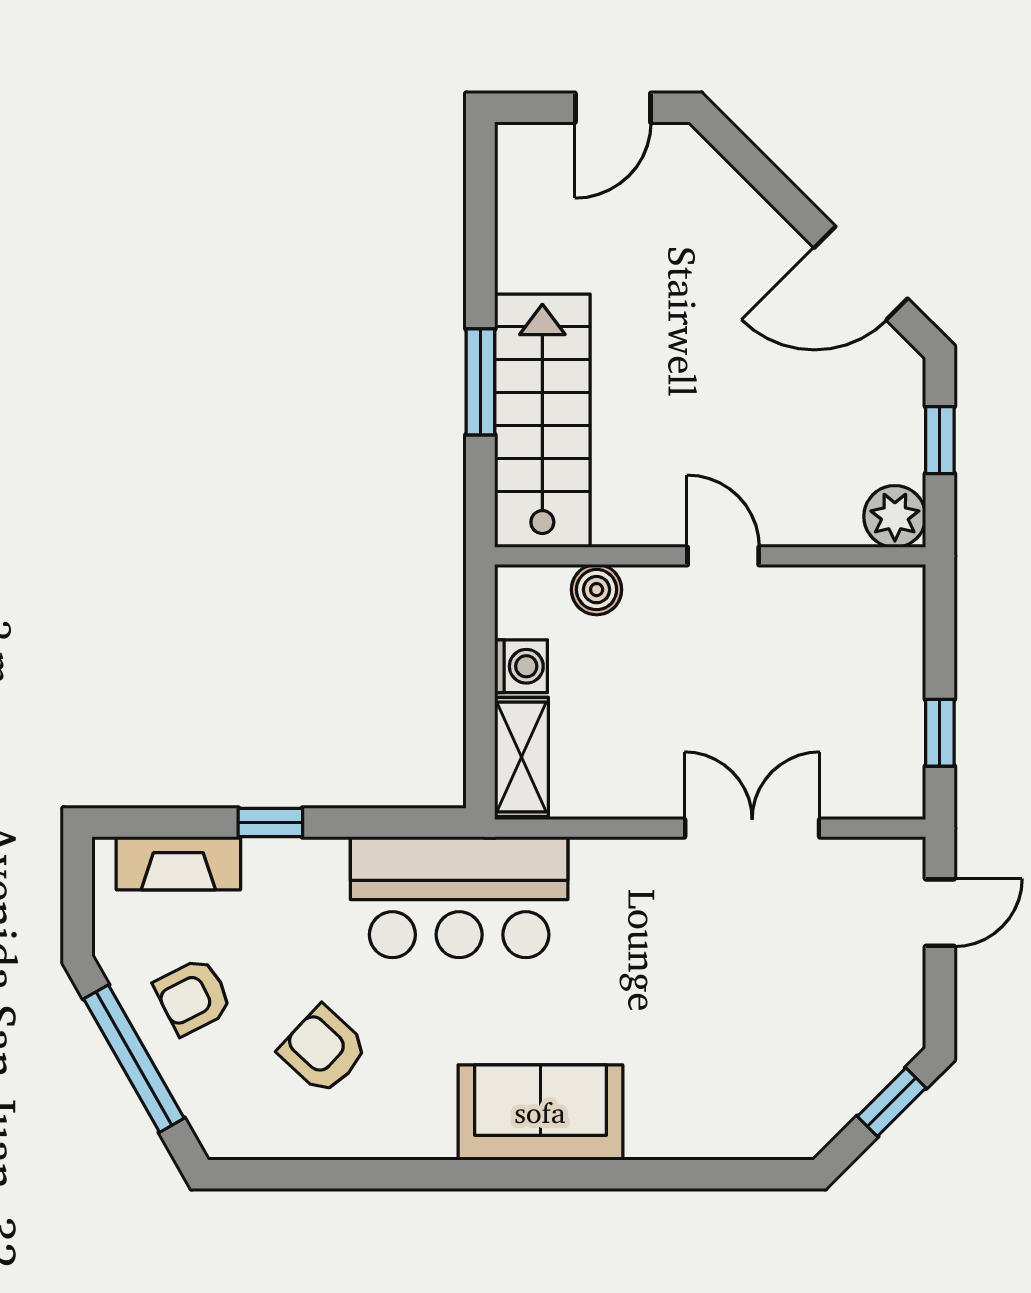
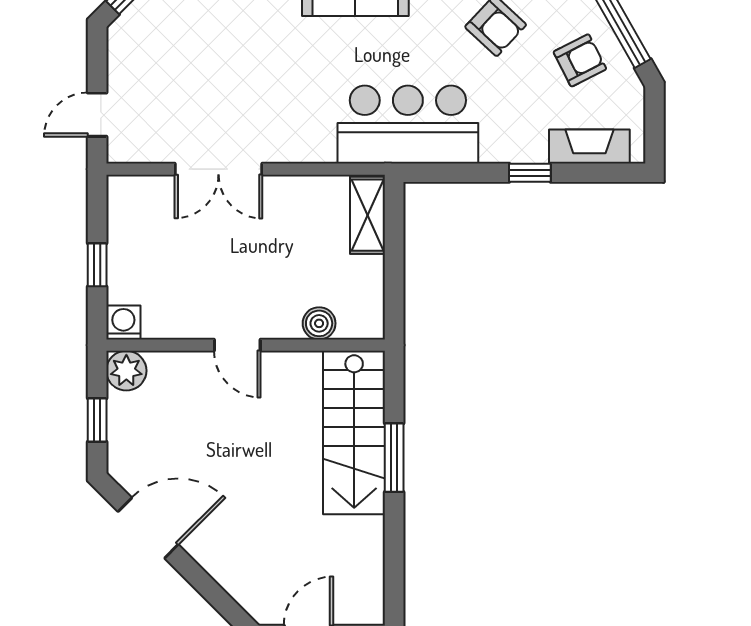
washing machine: (521, 666) -> (123, 323), moved, turned 90
window: (940, 733) -> (97, 265), moved

